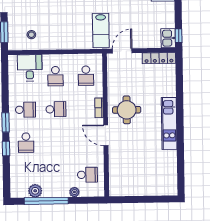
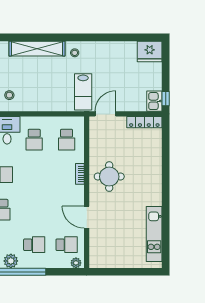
school desk: (56, 109) -> (34, 245), moved
kitchen unit: (169, 123) -> (154, 234), moved
door: (106, 135) -> (87, 217), moved
plant: (74, 192) -> (76, 263), moved

